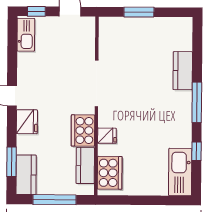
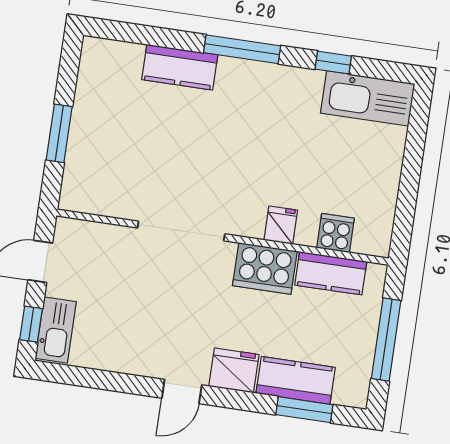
kitchen sink: (26, 35) -> (56, 330), moved, turned 90
cooker: (110, 173) -> (336, 233), width x0.53, depth x0.76
kitchen counter: (26, 175) -> (296, 380), moved

